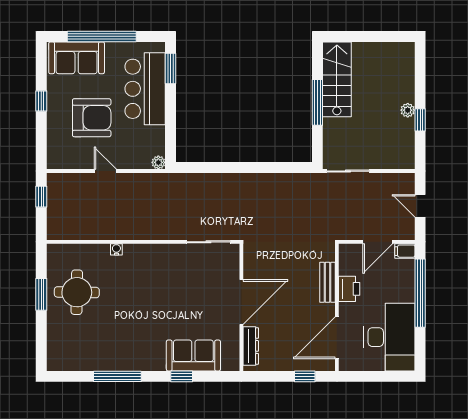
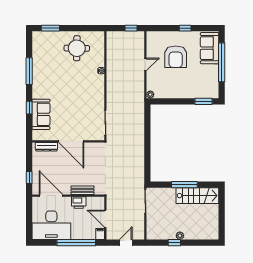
bar counter: (145, 89) -> (192, 87), removed
window: (41, 294) -> (50, 28), moved

